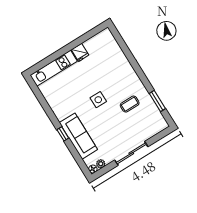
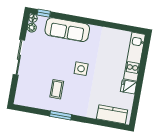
kitchen counter: (111, 46) -> (112, 114), added
window: (157, 101) -> (61, 115), moved
window: (63, 134) -> (44, 13), moved

